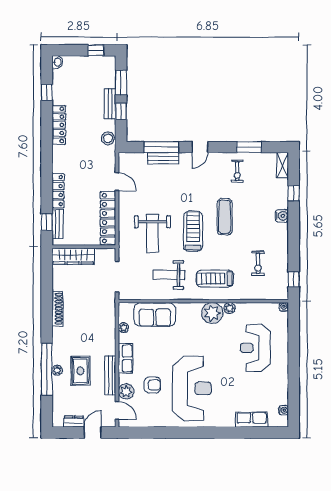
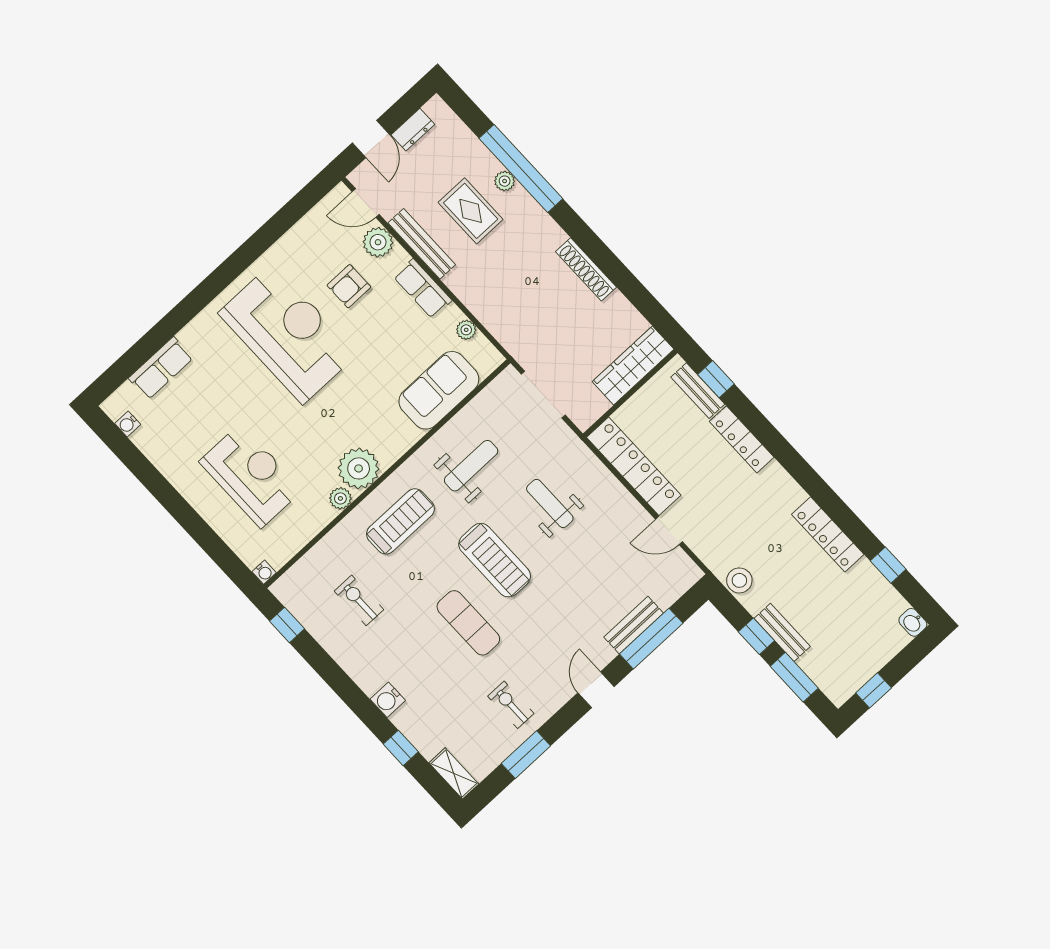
weight bench: (152, 233) -> (550, 503), width x0.73, depth x0.75
reception desk: (192, 388) -> (288, 334), turned 180

